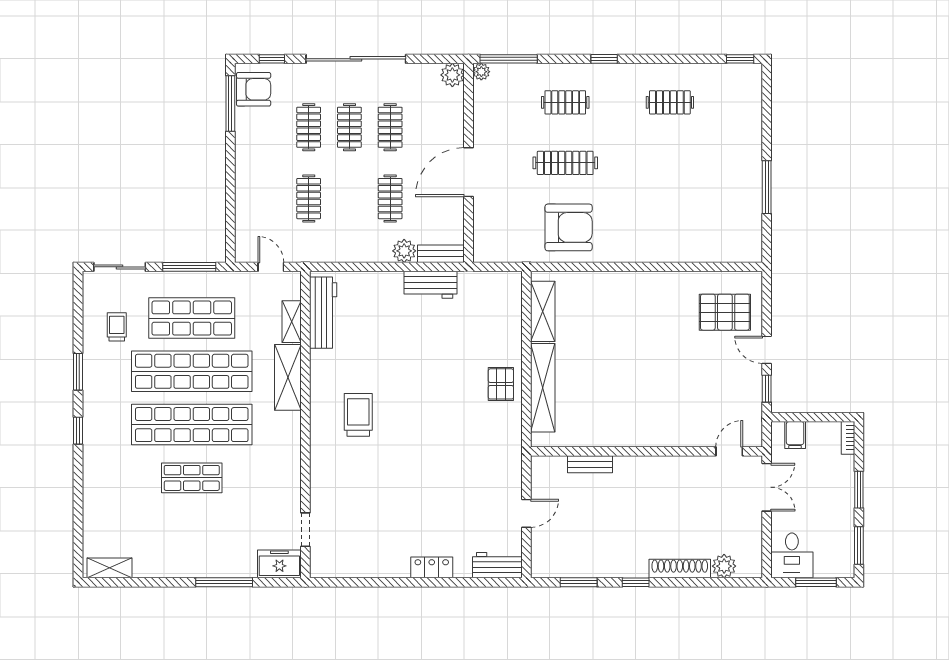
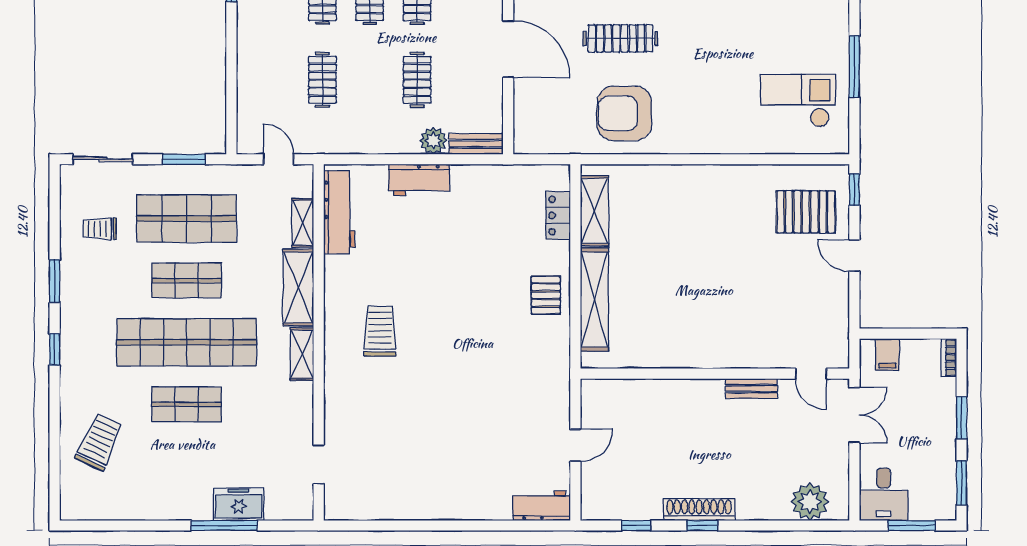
door: (468, 172) -> (508, 49), swing flipped
checkout: (718, 217) -> (798, 101), added
armchair: (569, 227) -> (624, 113), turned 180
window: (189, 267) -> (184, 159), width x0.69
workbench: (431, 285) -> (419, 180), moved
trolley: (117, 327) -> (100, 229), turned -90
shop shelf: (192, 371) -> (187, 280), width x0.50, depth x0.74
window: (767, 389) -> (854, 190), moved
door: (729, 451) -> (811, 374), swing flipped
bench: (590, 464) -> (751, 388), moved
trolley: (116, 511) -> (99, 442), added
freezer: (279, 564) -> (239, 504), moved
plant: (724, 566) -> (810, 502), width x1.36, depth x1.36
locker: (432, 567) -> (558, 215), moved, turned -90
shelving: (110, 568) -> (302, 354), moved, turned 90
shoe rack: (680, 569) -> (699, 510), moved
window: (579, 582) -> (636, 526), width x0.67

